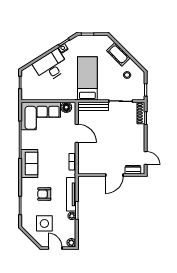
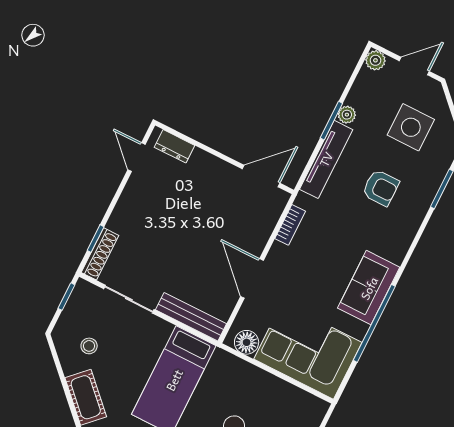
sofa: (29, 164) -> (369, 288), moved
door: (114, 175) -> (261, 176), moved
door: (55, 248) -> (414, 66), swing flipped

